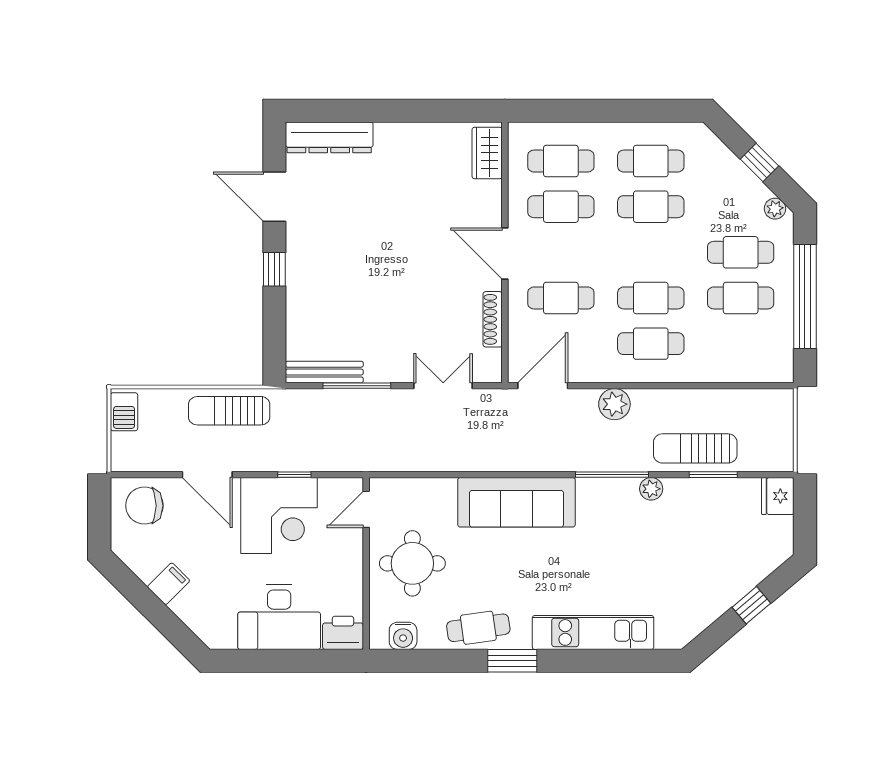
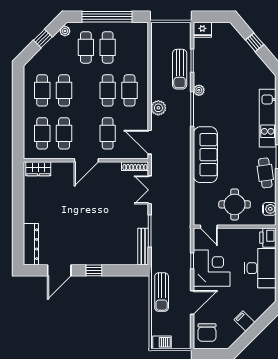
shoe rack: (493, 319) -> (135, 166), moved

